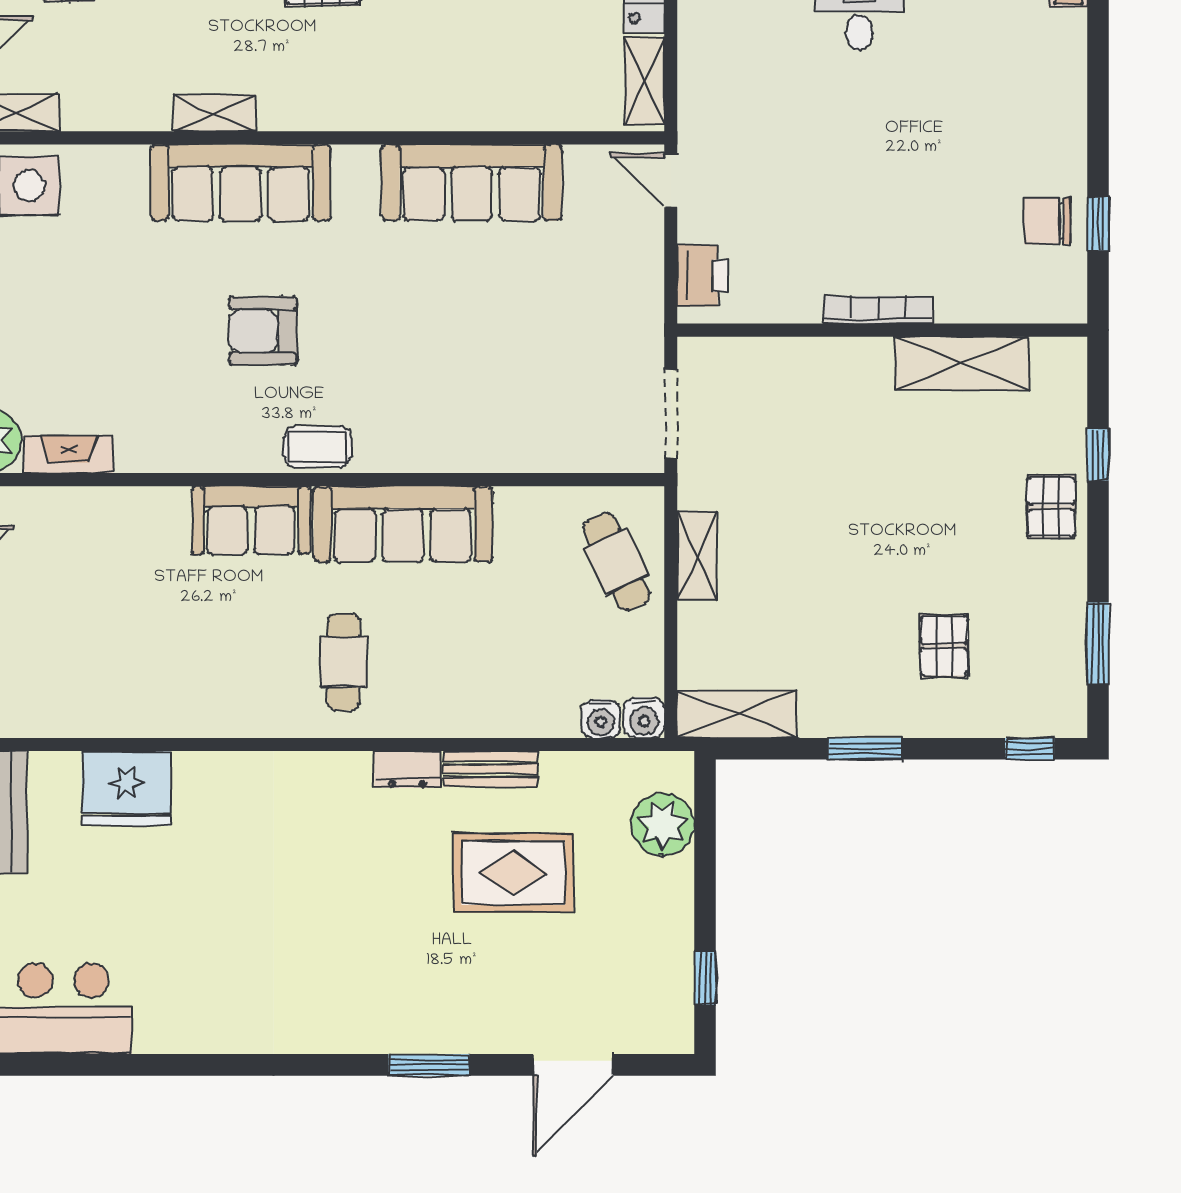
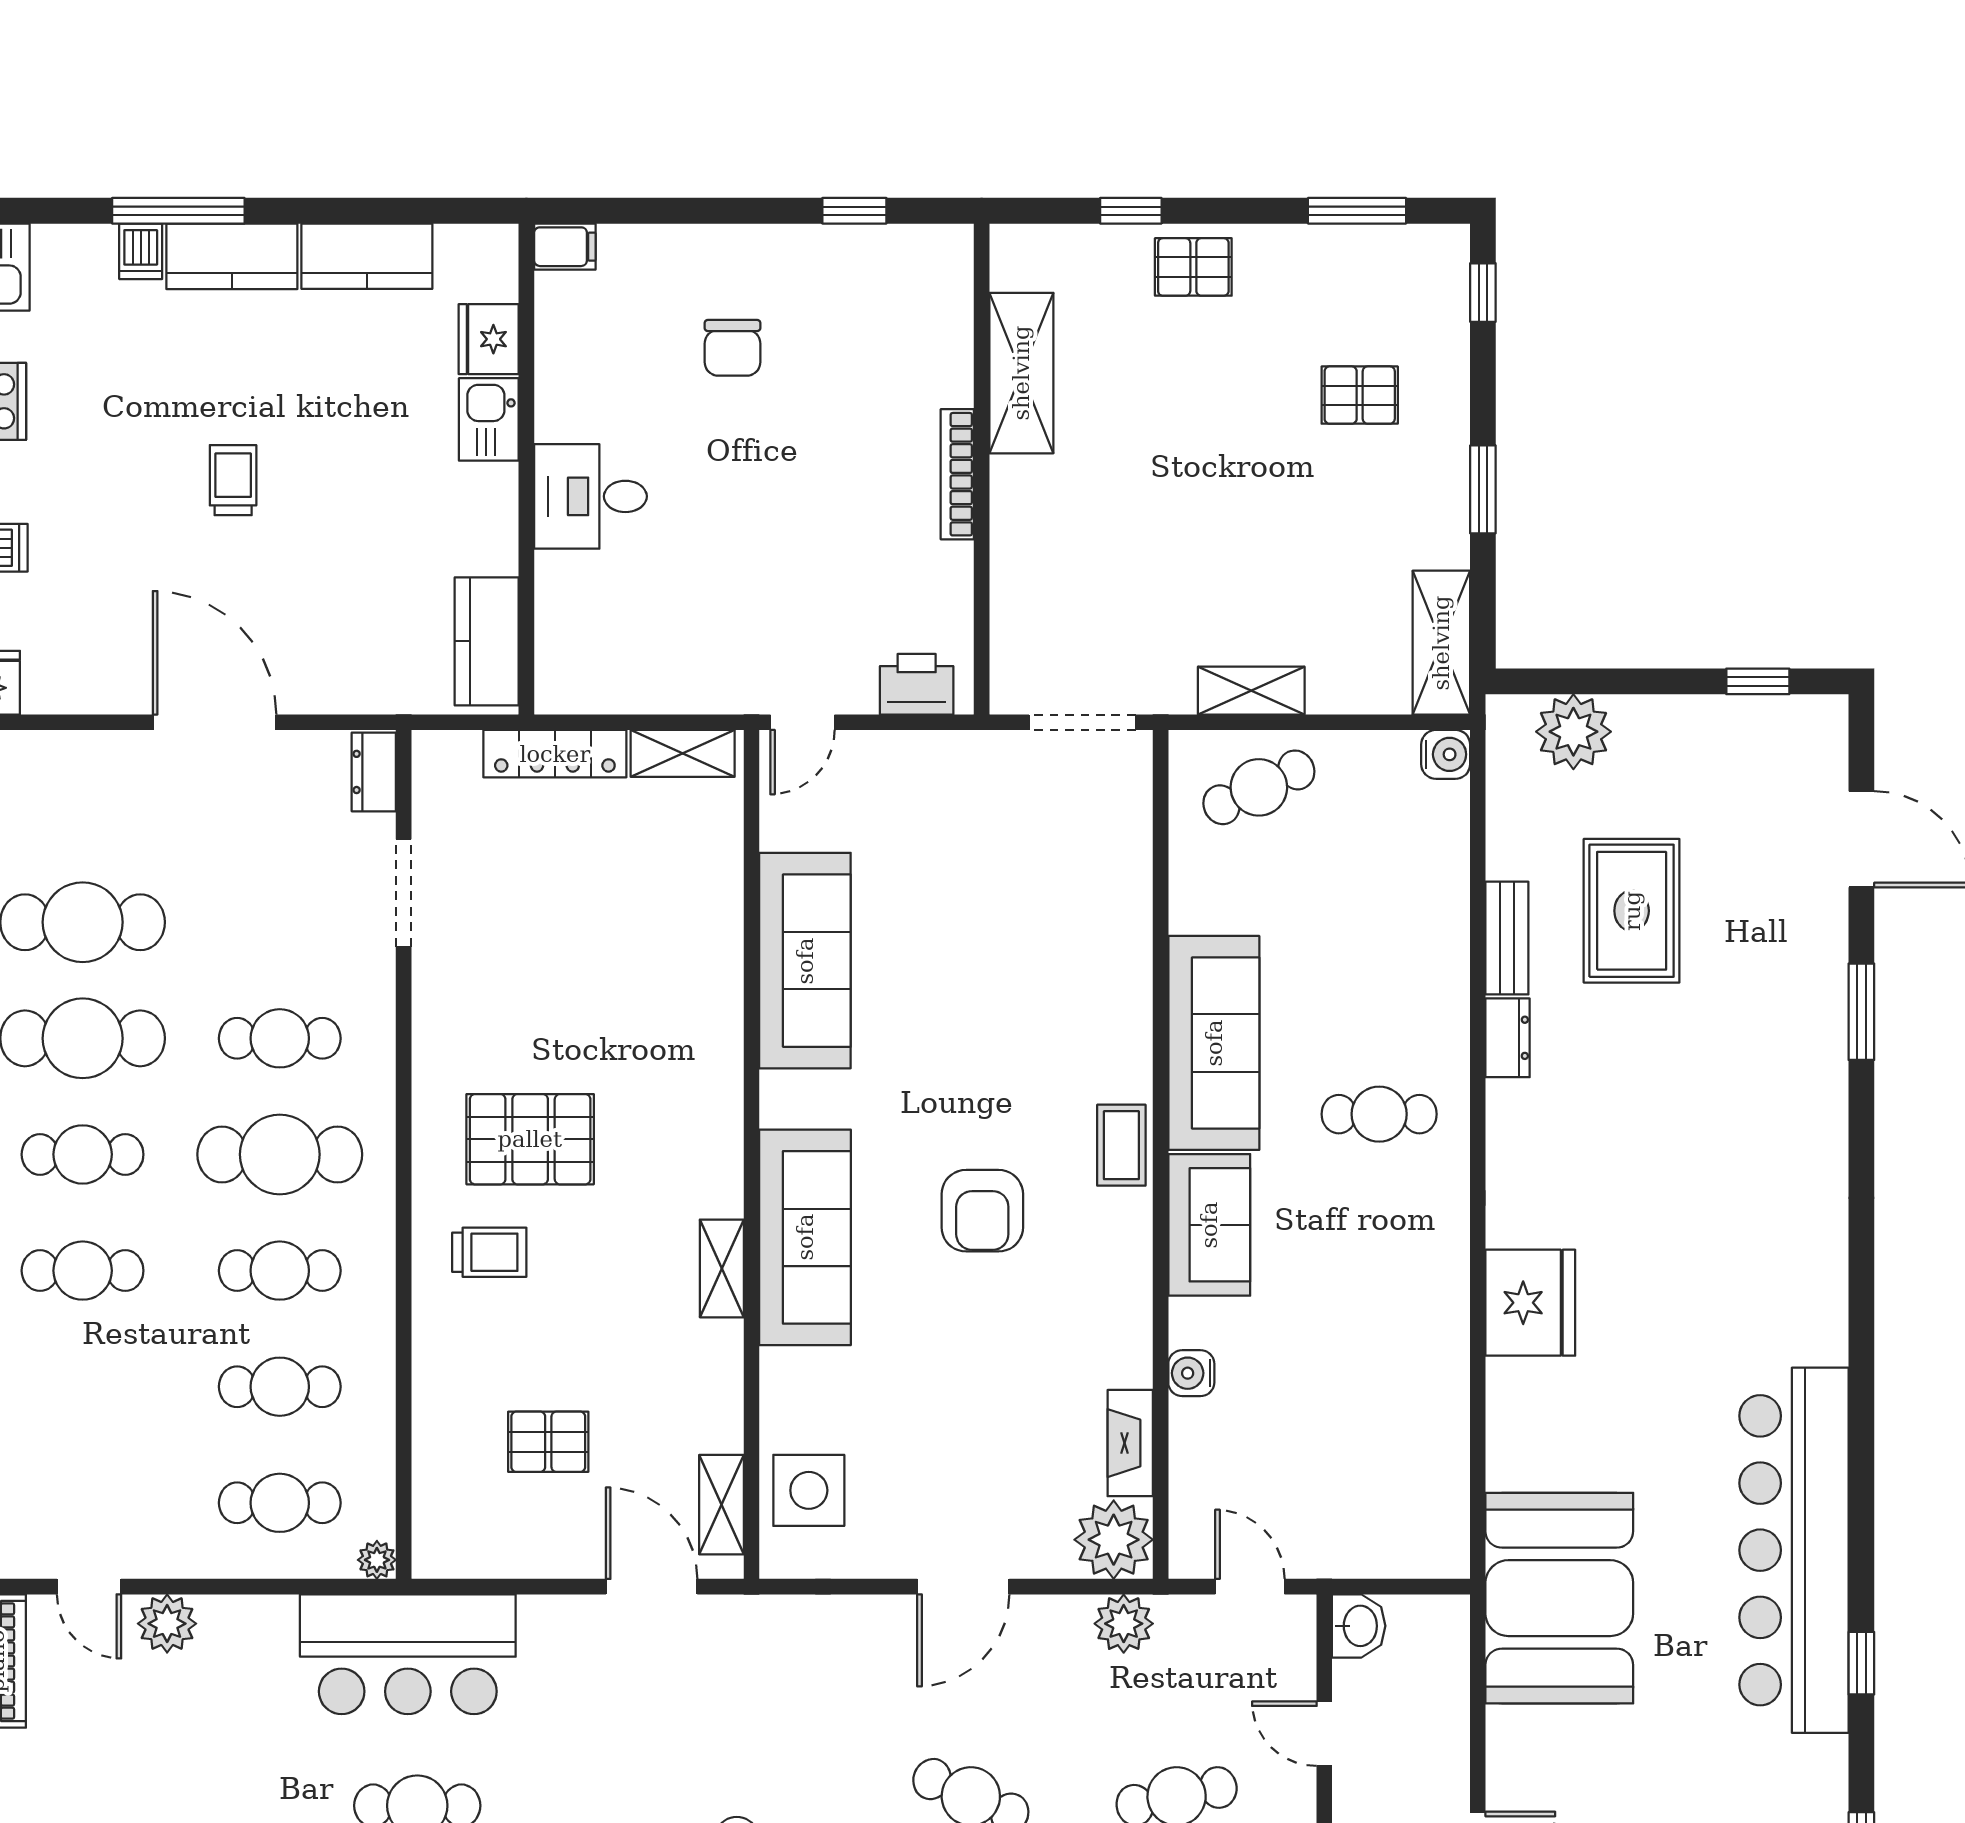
chair: (1047, 221) -> (732, 348), moved
water cooler: (601, 719) -> (1191, 1373), moved, turned 180
fridge: (126, 788) -> (1530, 1303), moved

